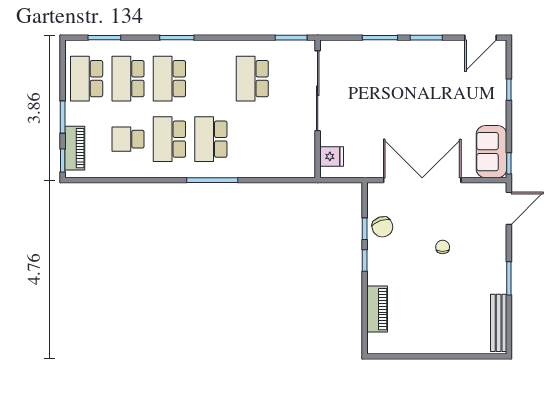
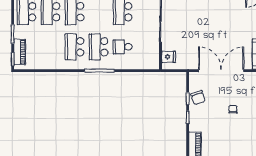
school desk: (128, 139) -> (123, 47), moved

